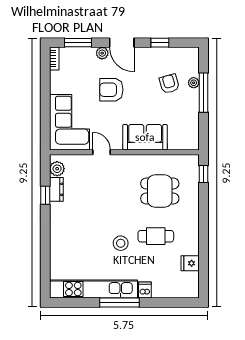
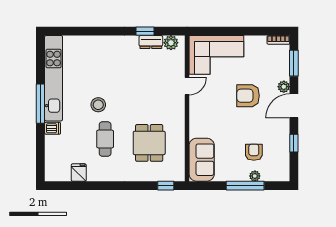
armchair: (169, 84) -> (254, 152), turned -74
armchair: (111, 90) -> (248, 96), turned -90
sofa: (145, 137) -> (202, 160), moved

